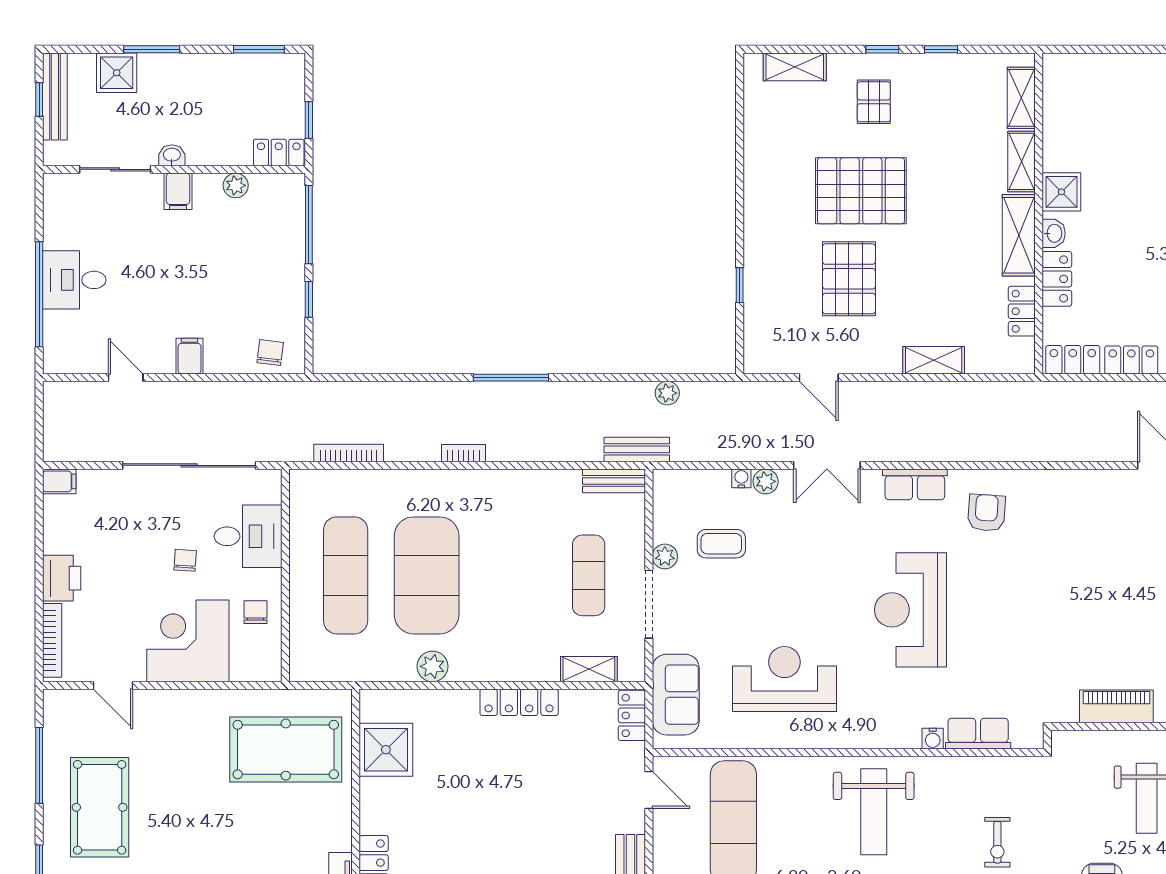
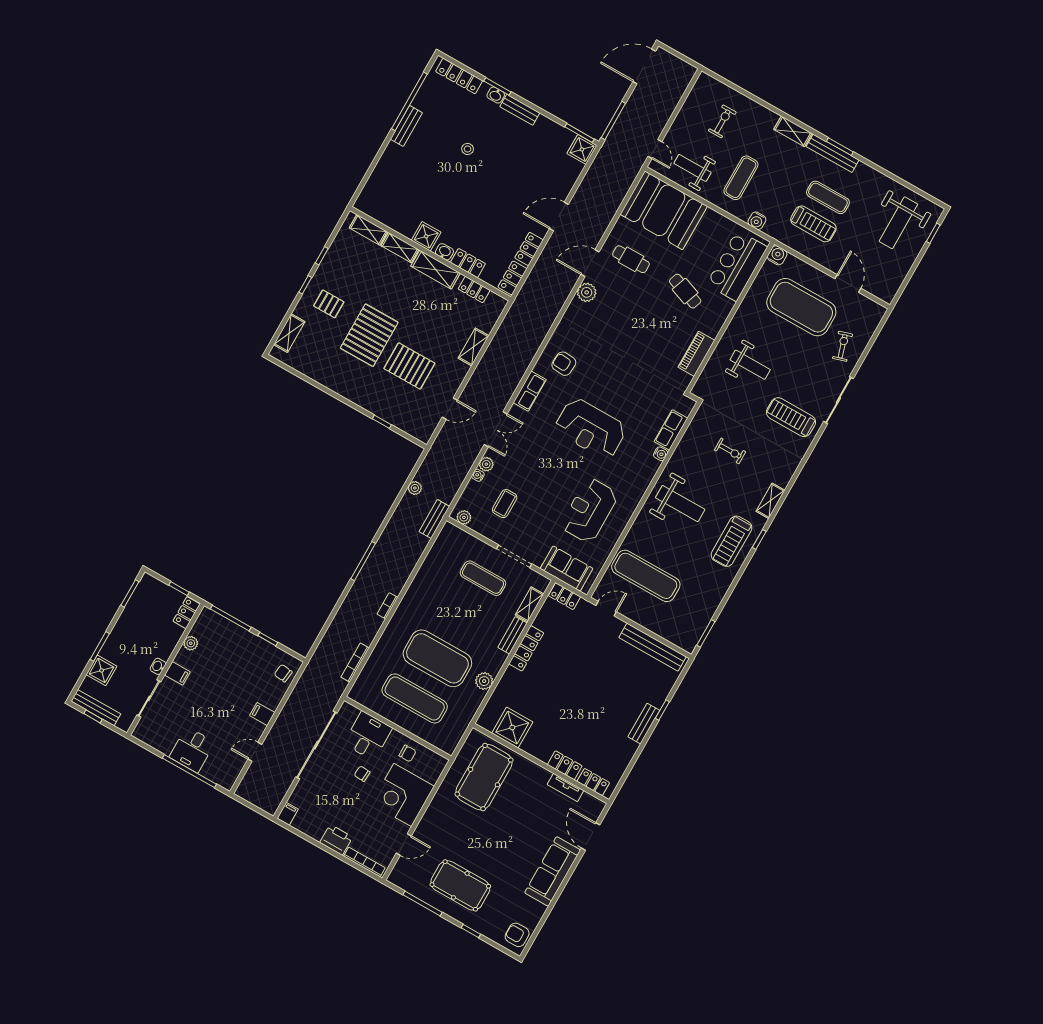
bench: (614, 481) -> (512, 635), moved
plant: (1115, 486) -> (587, 292), added
plant: (665, 556) -> (464, 517), moved
chair: (256, 612) -> (408, 753), turned 180

